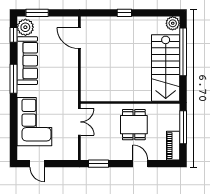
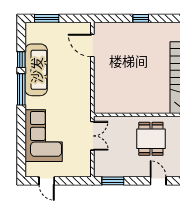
plant: (25, 27) -> (34, 34), removed
window: (13, 35) -> (21, 60), moved

